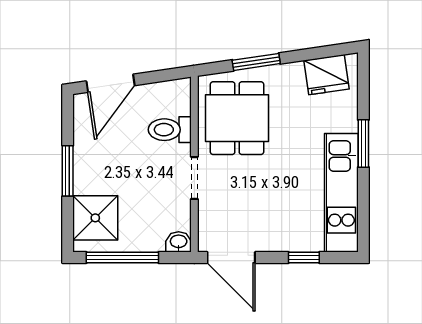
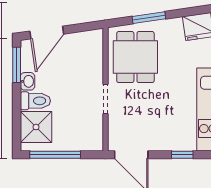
toilet: (170, 130) -> (35, 101), moved, turned 180
window: (68, 171) -> (17, 65), moved
washbasin: (179, 242) -> (28, 81), moved, turned 90

